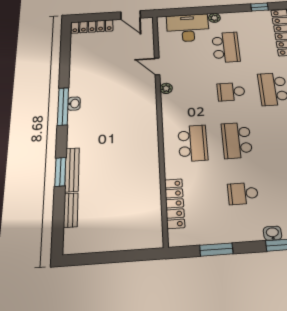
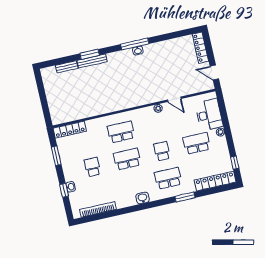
door: (131, 15) -> (214, 73), hinge flipped
school desk: (226, 47) -> (197, 143), turned 180
door: (157, 66) -> (174, 99), swing flipped
school desk: (193, 143) -> (121, 132), turned 180
locker: (175, 203) -> (70, 130), moved

